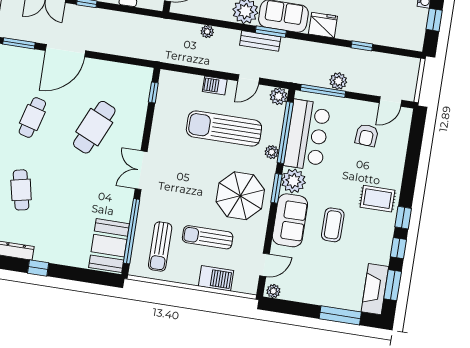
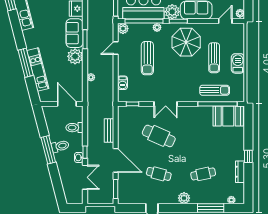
bench: (260, 41) -> (109, 130), moved
door: (249, 79) -> (116, 48), swing flipped
barbecue: (215, 86) -> (123, 83), moved
sun lounger: (224, 129) -> (147, 58), width x0.73, depth x0.75
double door: (141, 170) -> (166, 104), moved
sun lounger: (160, 247) -> (215, 90), moved
door: (264, 265) -> (225, 21), hinge flipped
barbecue: (216, 278) -> (238, 63), moved

